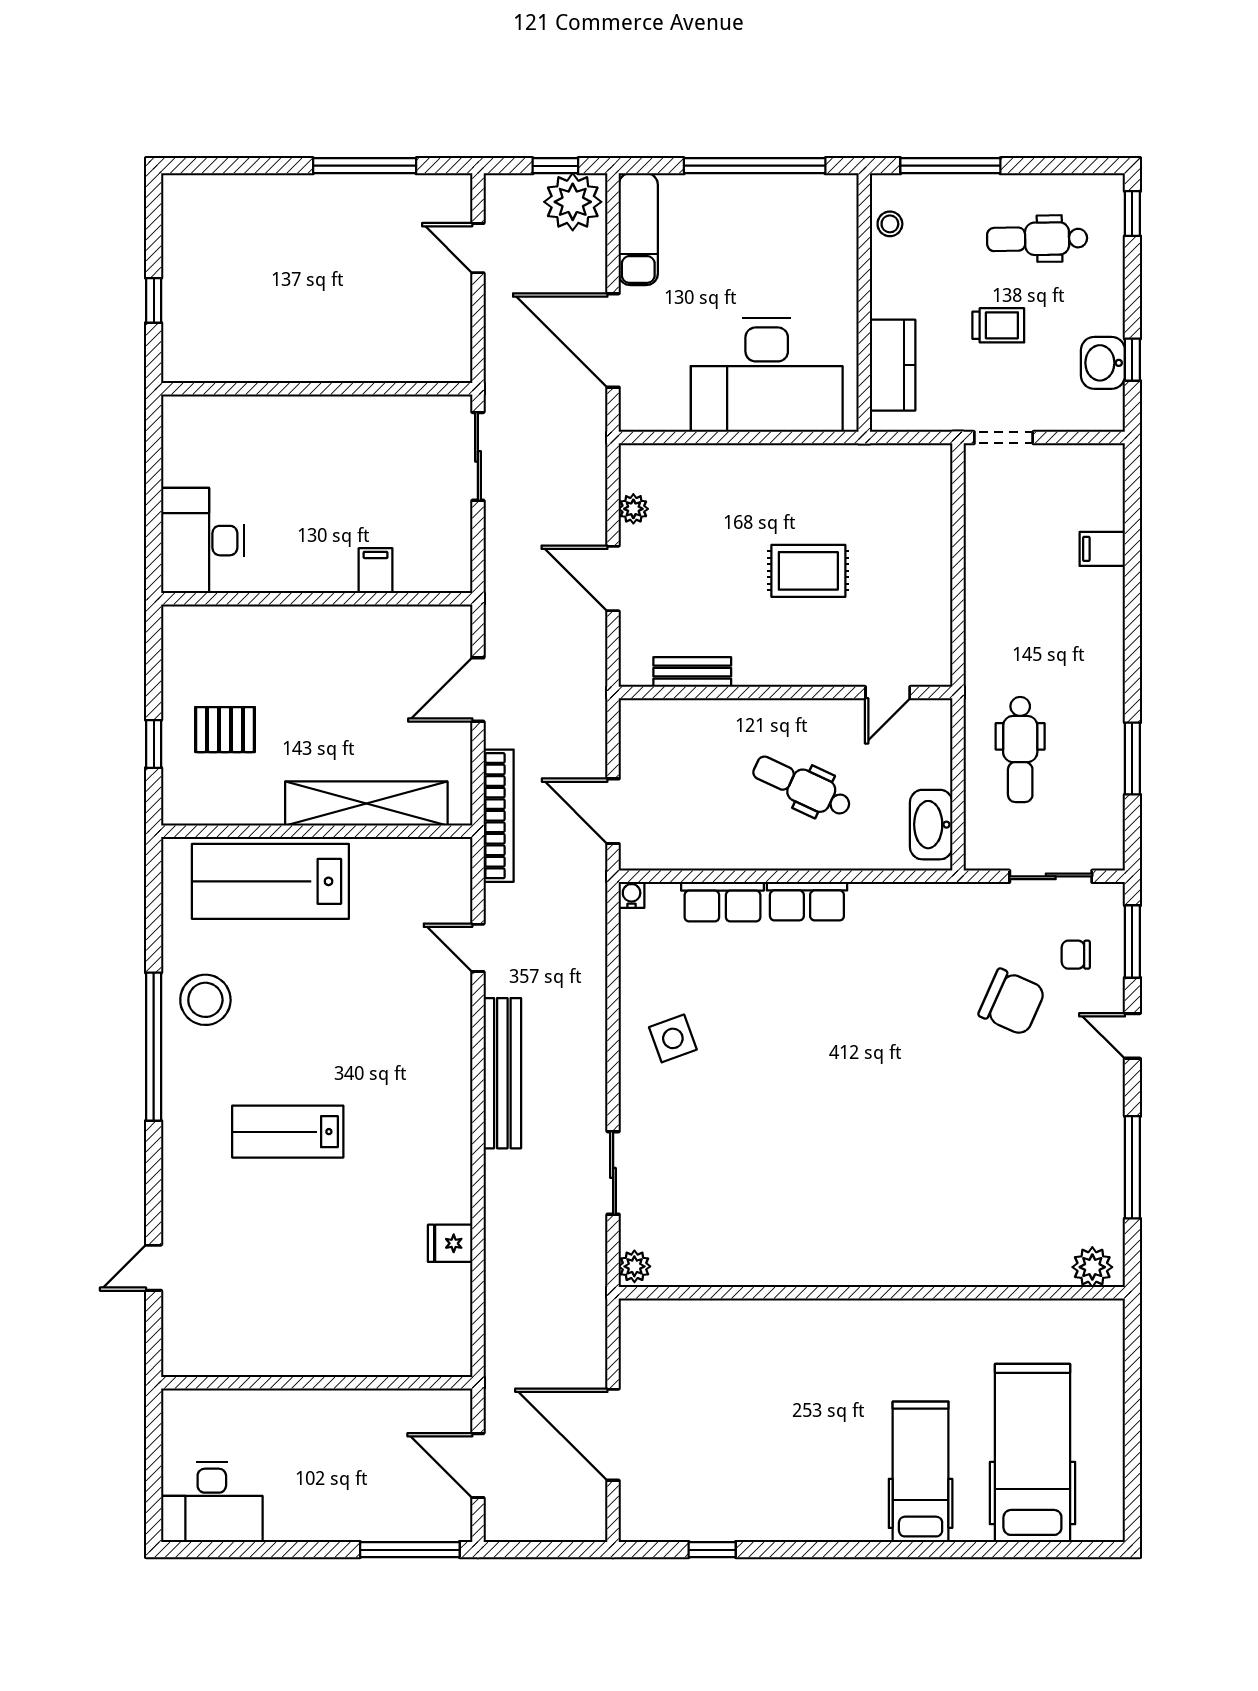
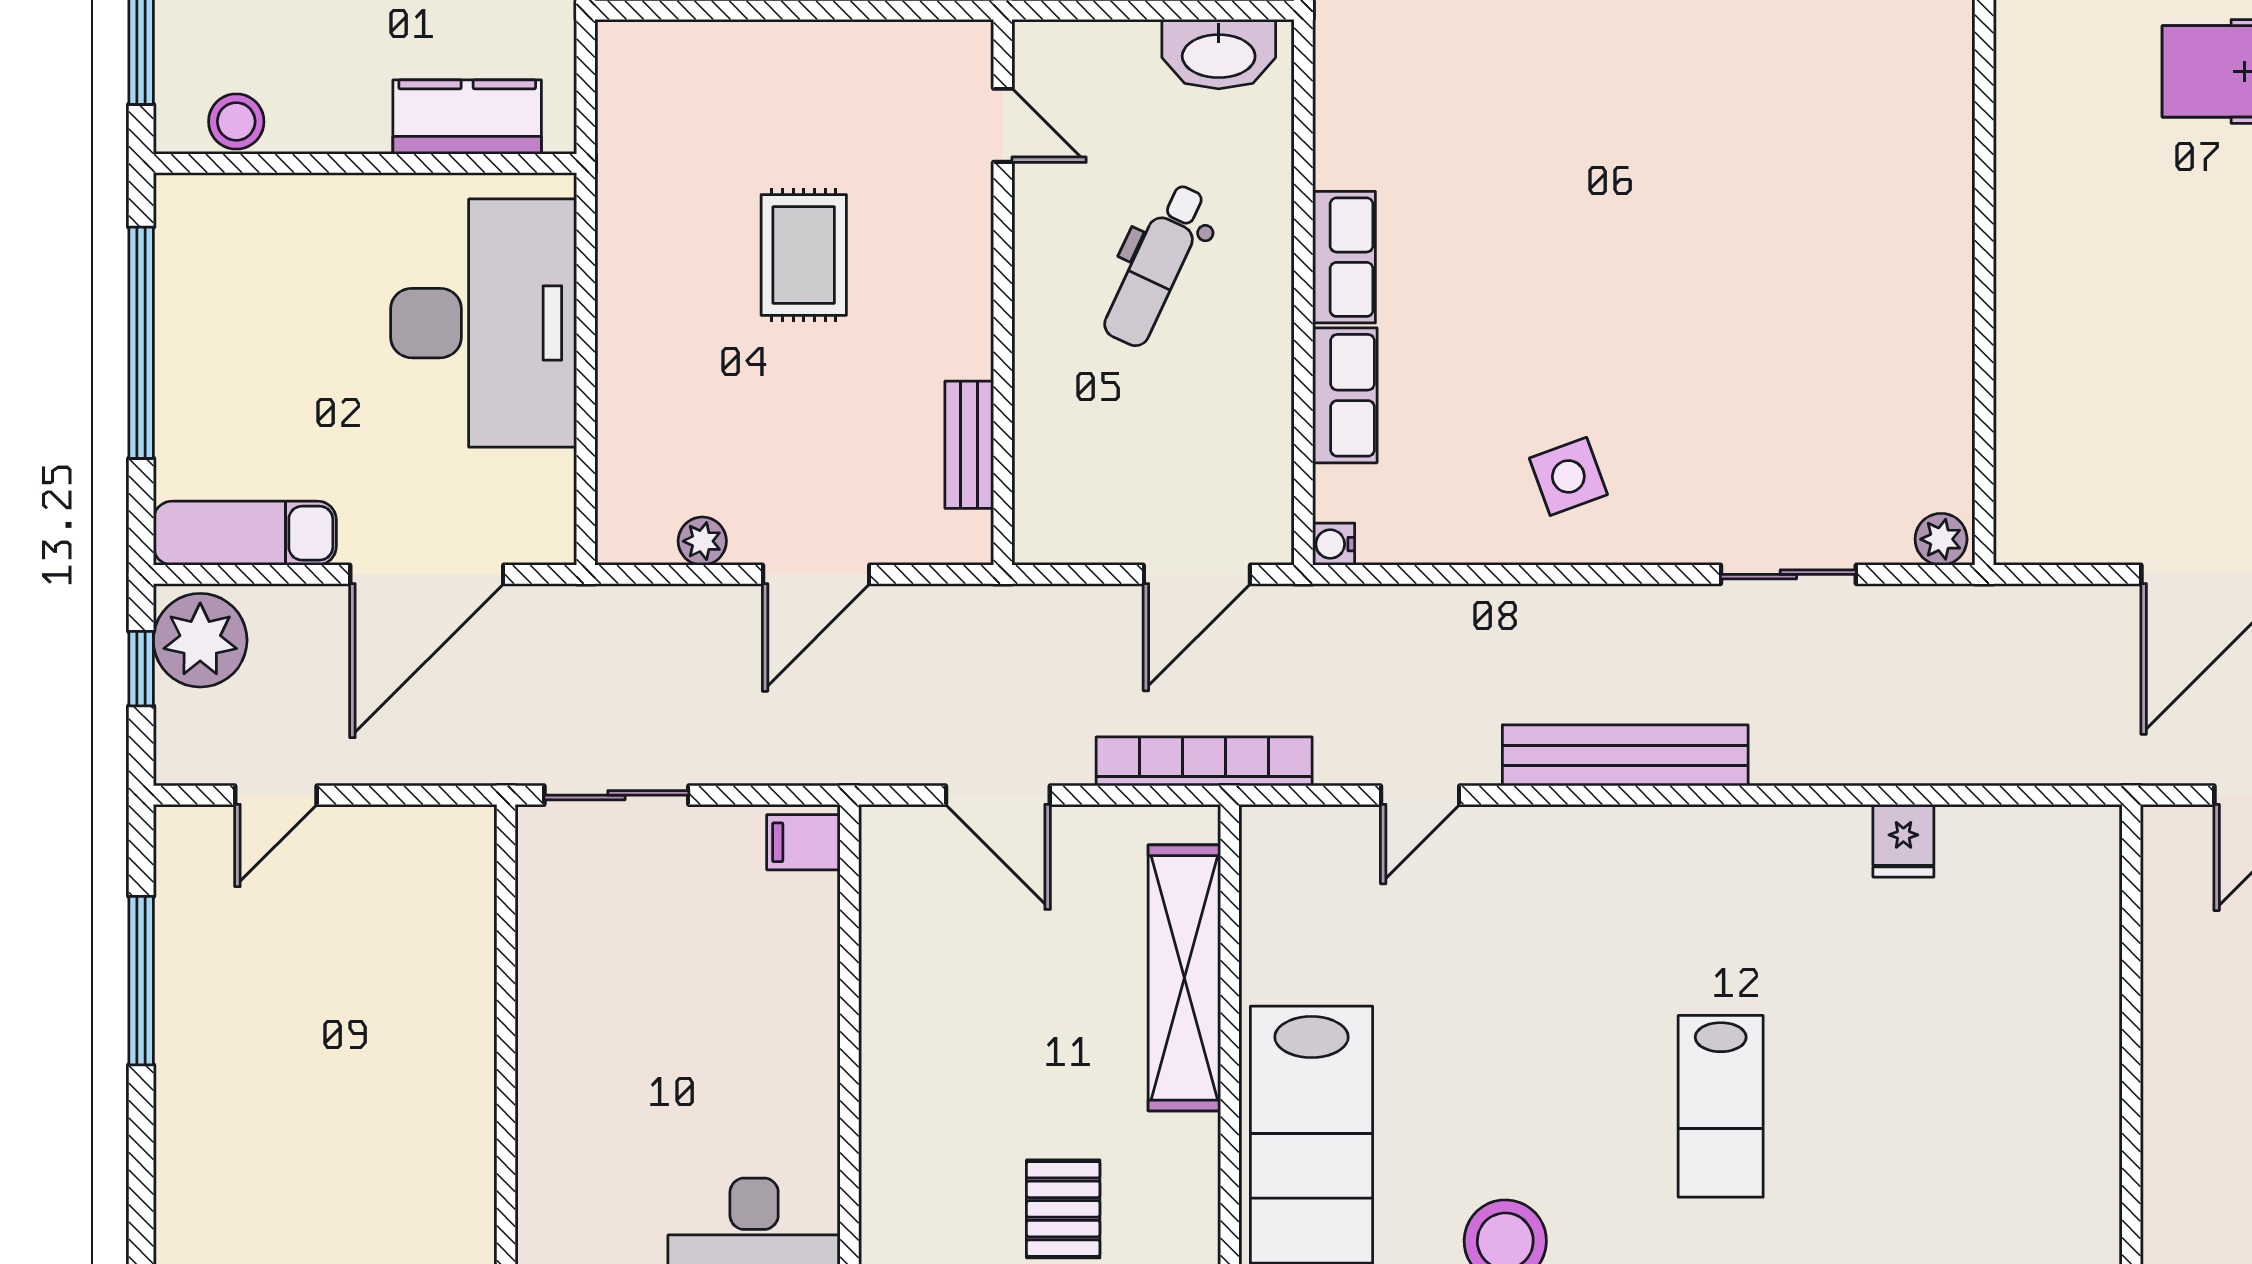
stool: (890, 224) -> (236, 121), width x1.37, depth x1.37
filing cabinet: (376, 571) -> (803, 842), moved

